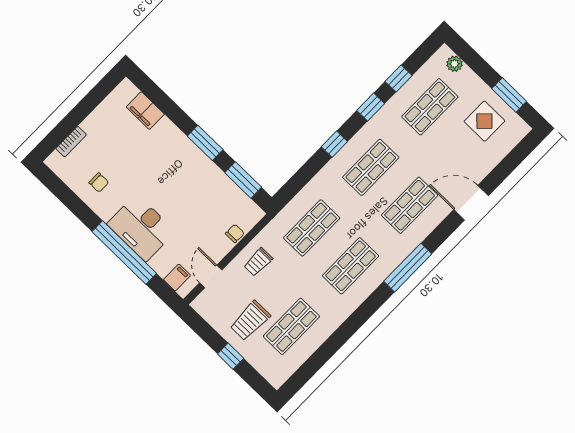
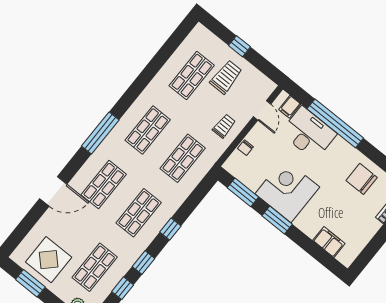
display table: (484, 121) -> (49, 260), width x1.36, depth x1.36
corner desk: (189, 177) -> (287, 190), added
chair: (99, 183) -> (362, 179), width x1.87, depth x1.87
desk: (141, 228) -> (308, 133), moved

